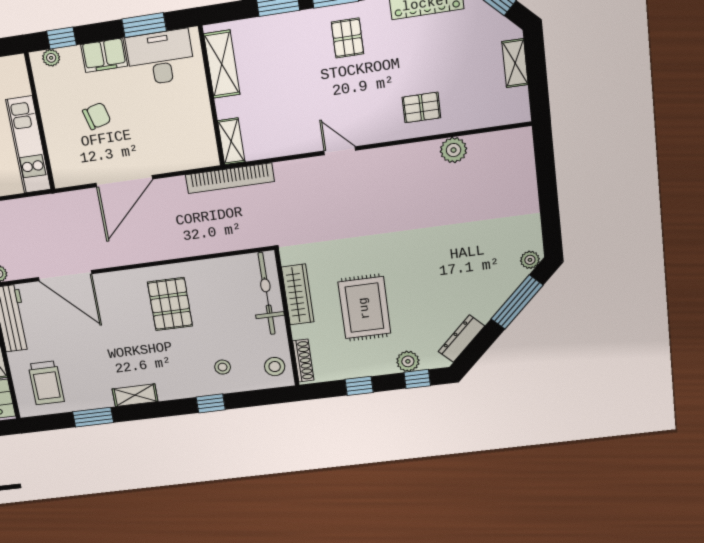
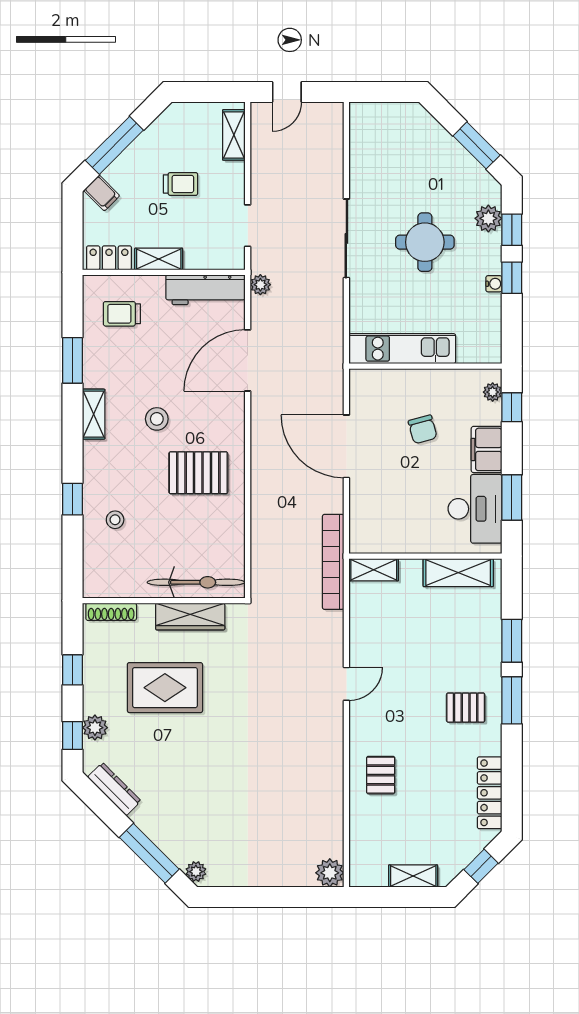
plant: (454, 150) -> (330, 873), moved
stool: (275, 367) -> (157, 419), moved
trolley: (46, 383) -> (122, 314), width x0.73, depth x0.72

